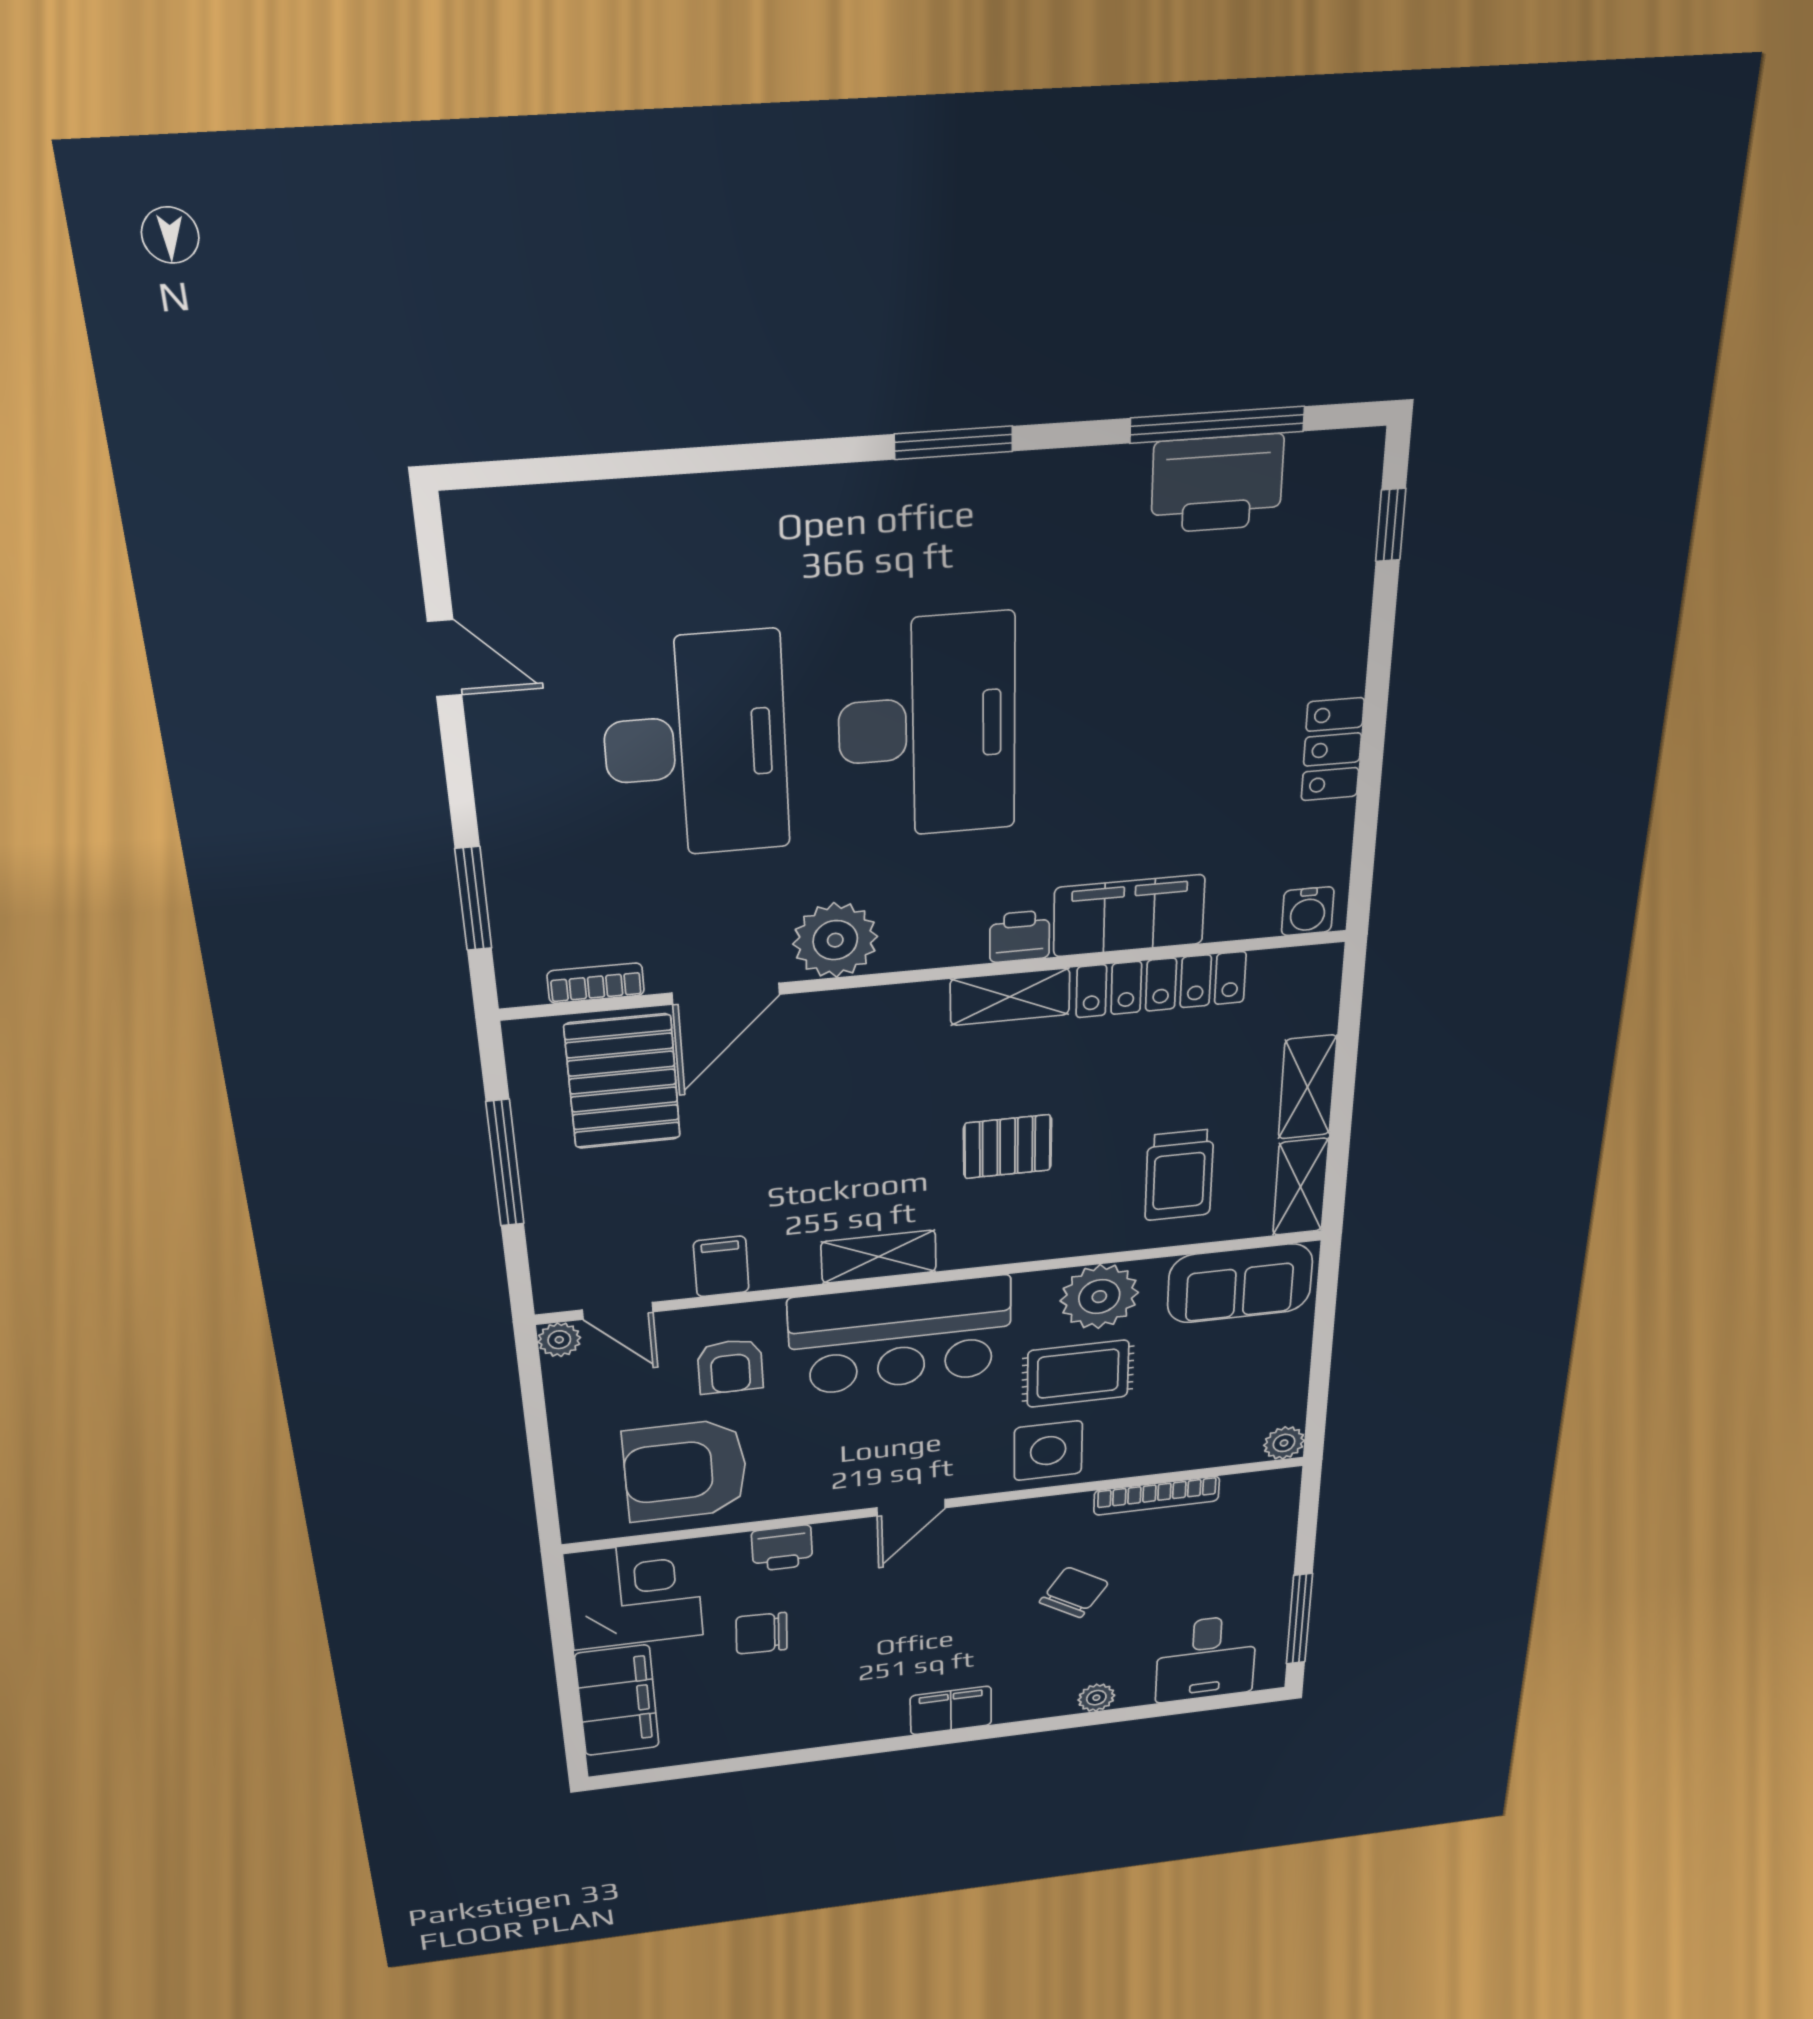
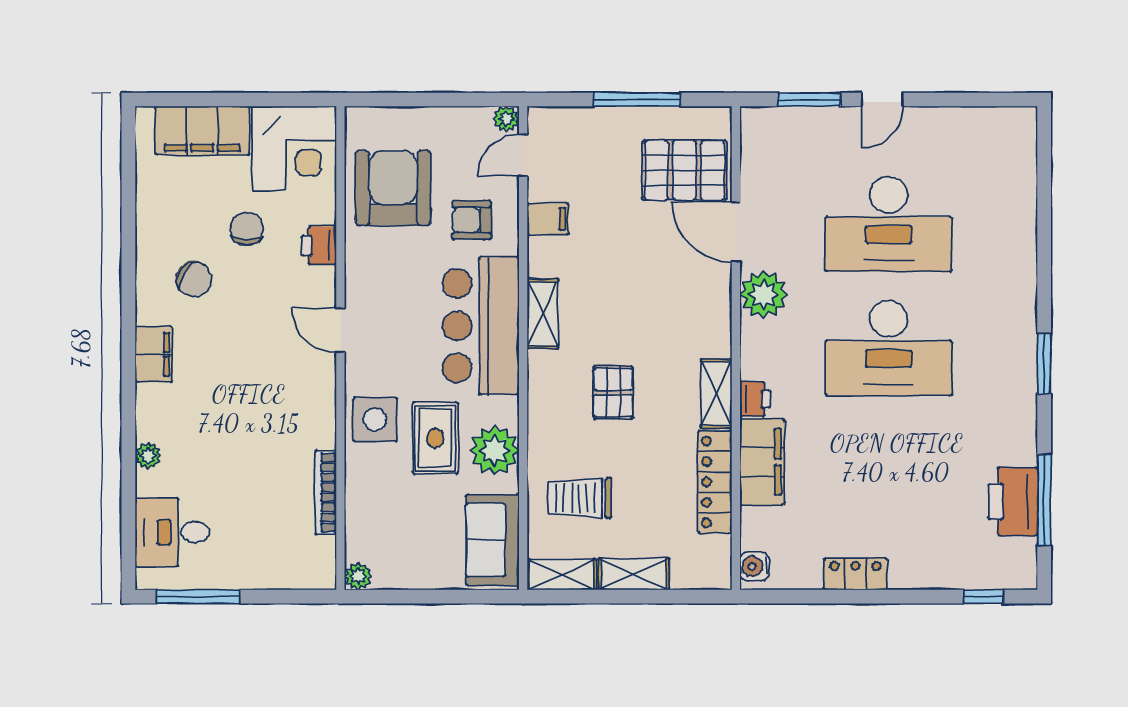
door: (445, 658) -> (883, 100), moved
bookcase: (596, 983) -> (750, 160), removed
chair: (1074, 1592) -> (194, 279), moved

